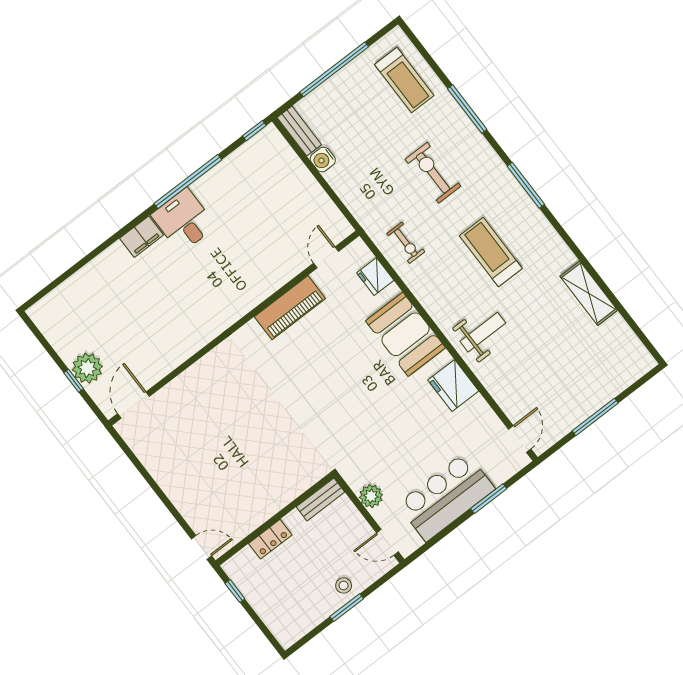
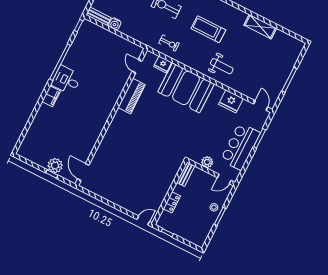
weight bench: (483, 332) -> (222, 66), turned 90
booth: (406, 334) -> (186, 88), width x1.36, depth x1.42
fridge: (453, 386) -> (231, 101), moved

